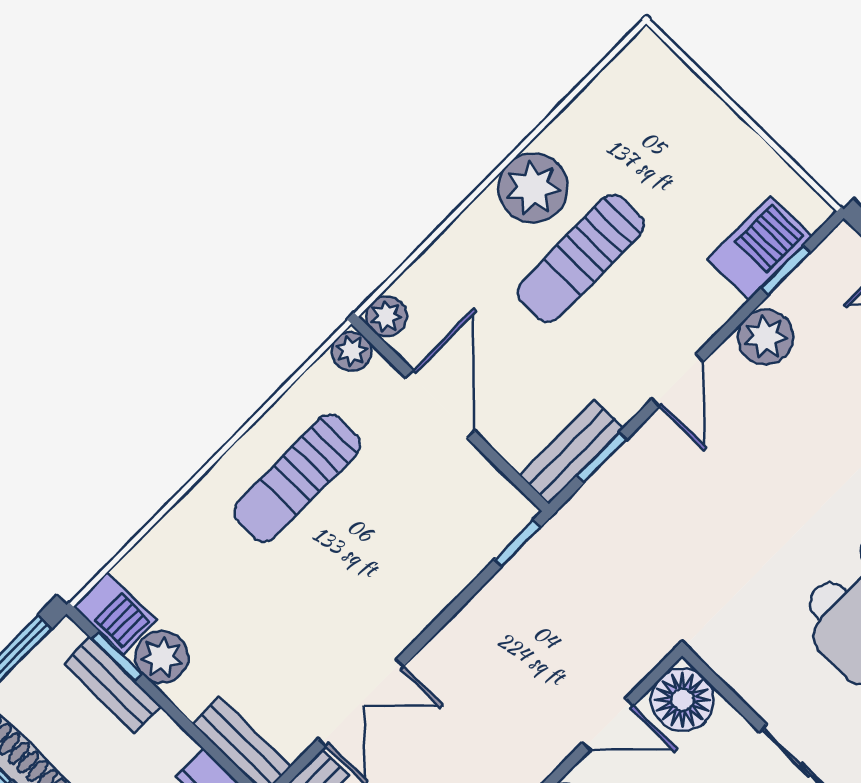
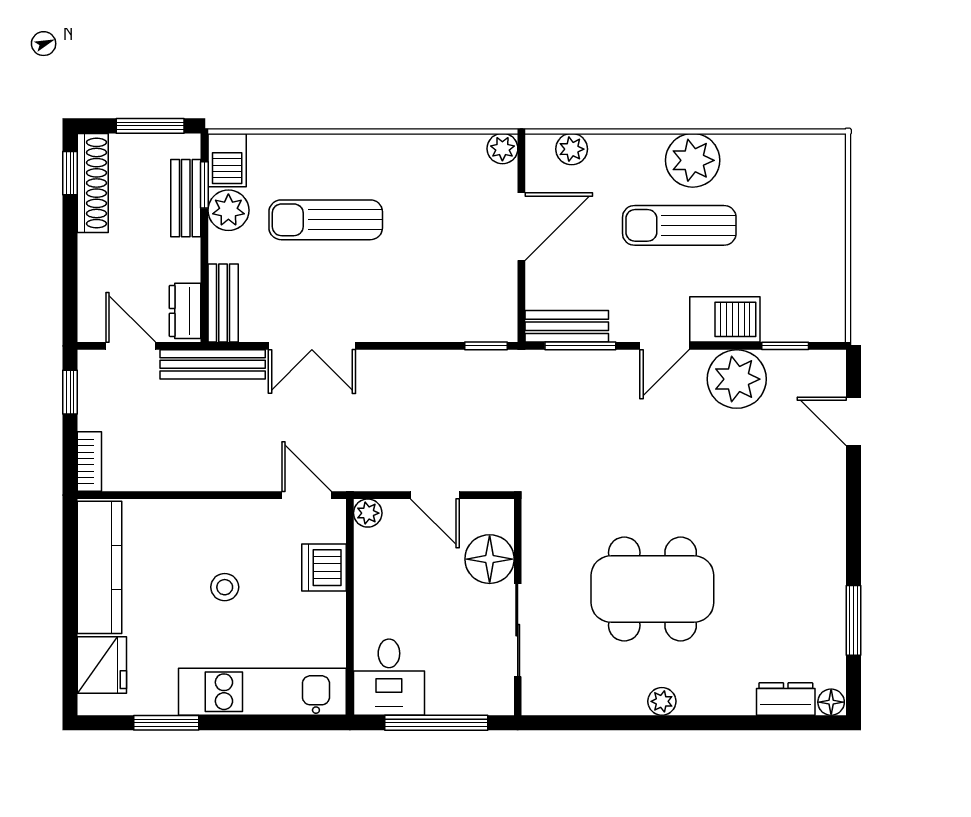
barbecue: (760, 248) -> (725, 319), moved
plant: (387, 316) -> (572, 149), moved
plant: (765, 337) -> (737, 379), width x1.36, depth x1.36
window: (602, 457) -> (580, 346), width x1.50
sun lounger: (297, 478) -> (326, 220), moved
floor lamp: (682, 700) -> (490, 559), moved

